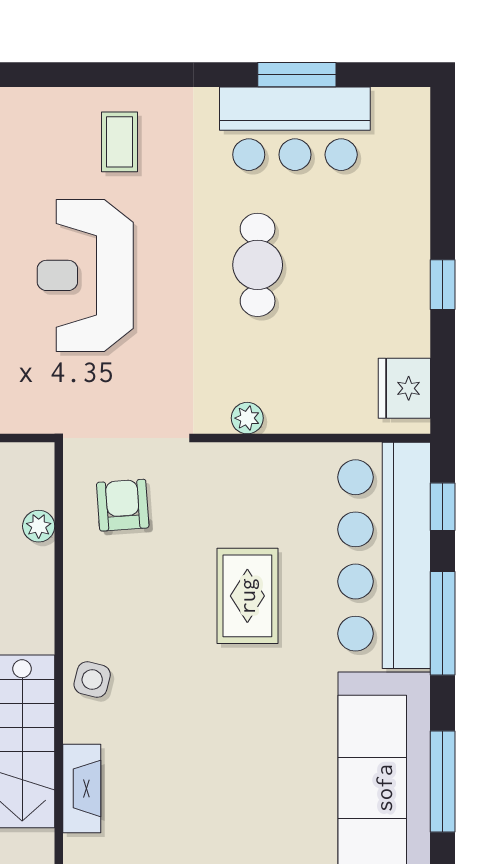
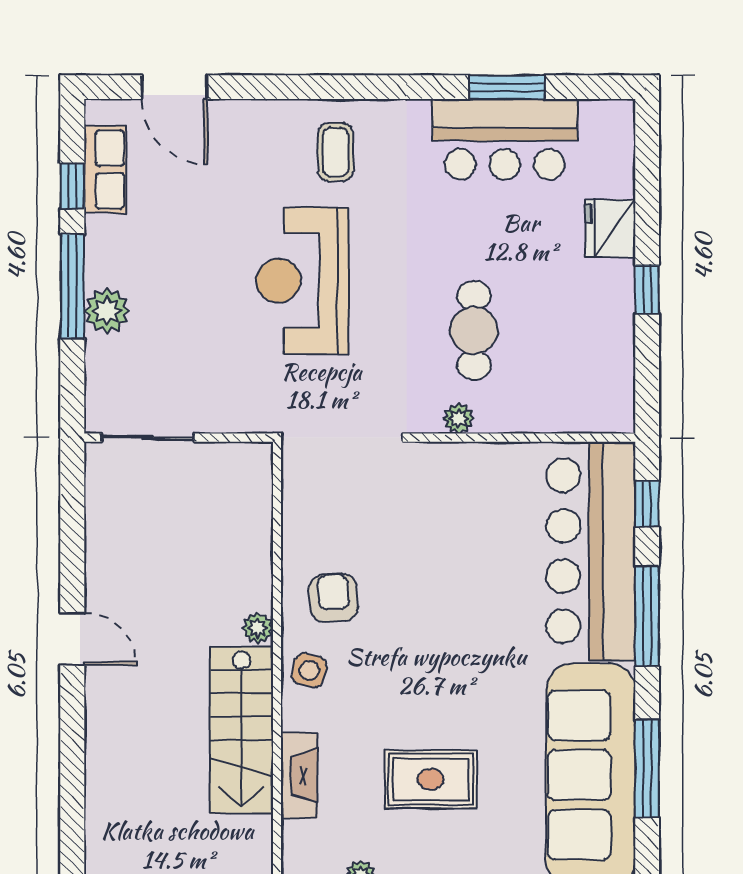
cafe table: (258, 265) -> (474, 330), moved
fridge: (404, 388) -> (610, 228), moved
armchair: (123, 505) -> (334, 598), moved
plant: (39, 526) -> (258, 628), moved
rug: (247, 596) -> (431, 779), moved, turned 90

